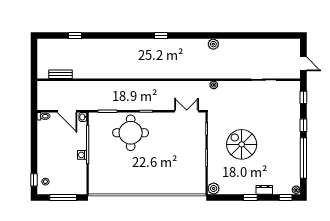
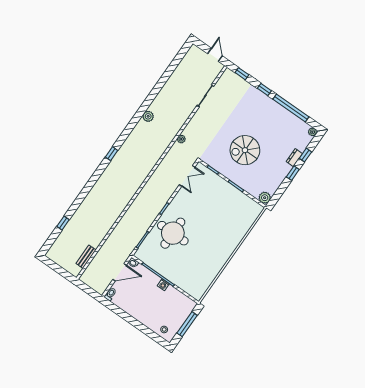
door: (303, 64) -> (215, 55), hinge flipped
double door: (187, 111) -> (187, 176), swing flipped
window: (34, 180) -> (156, 338), removed
window: (286, 198) -> (305, 155), moved

